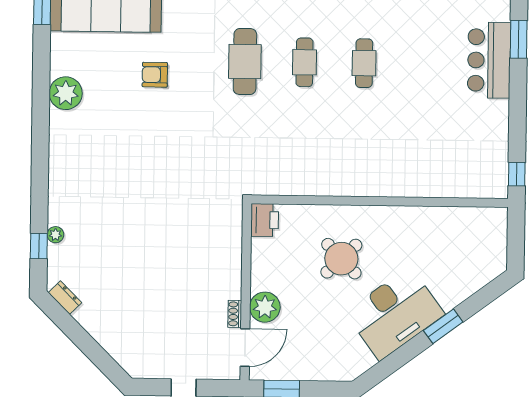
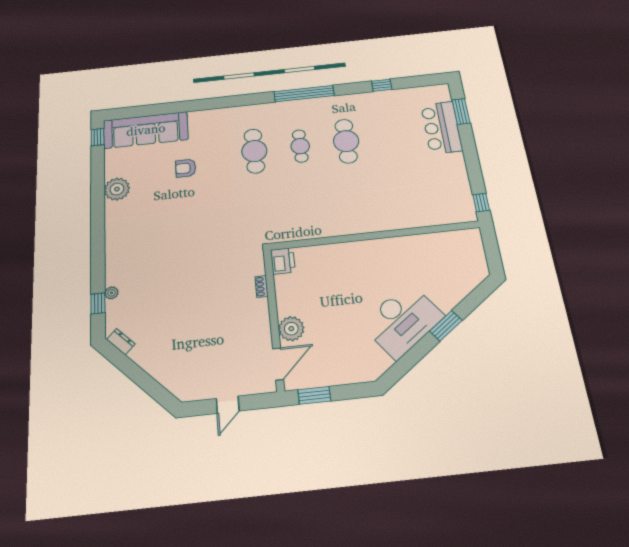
cafe table: (364, 63) -> (346, 141), width x1.37, depth x1.35
round table: (341, 259) -> (350, 283), removed
shoe rack: (235, 314) -> (262, 287), moved

